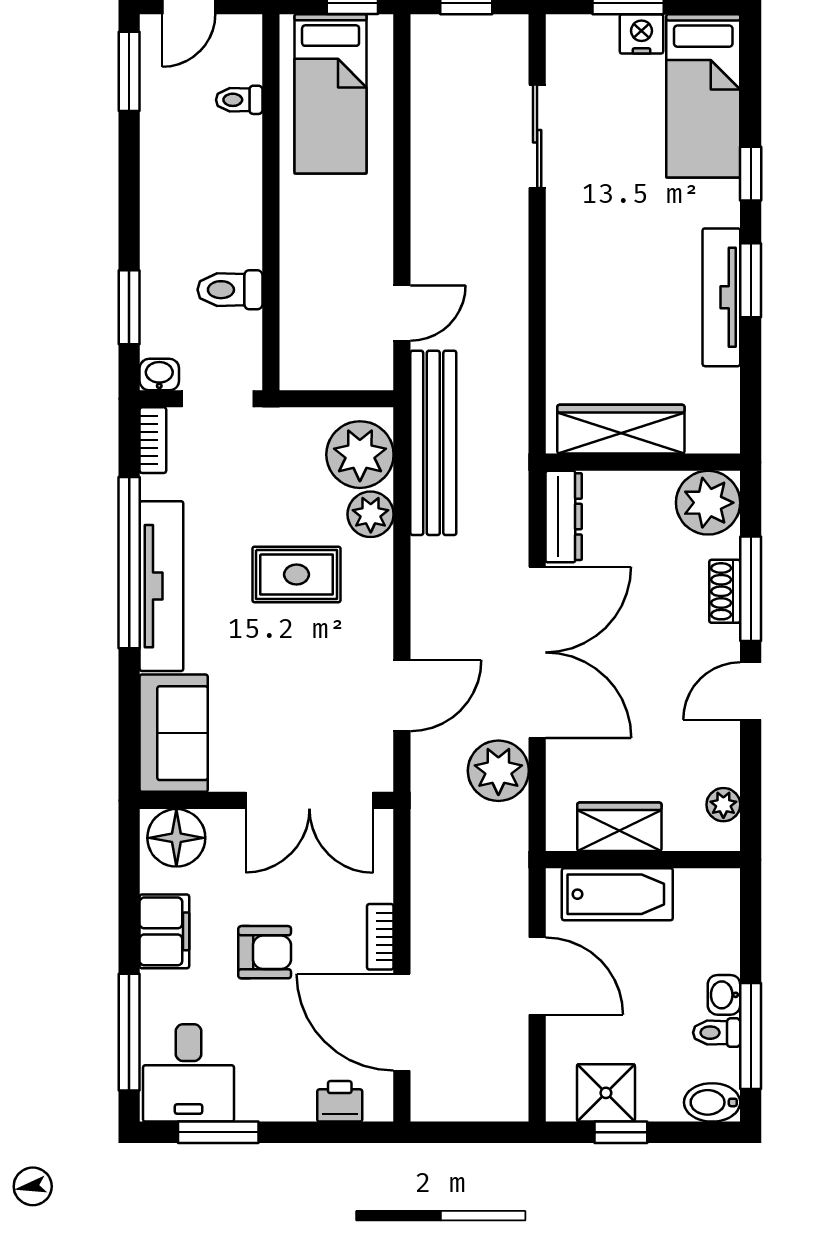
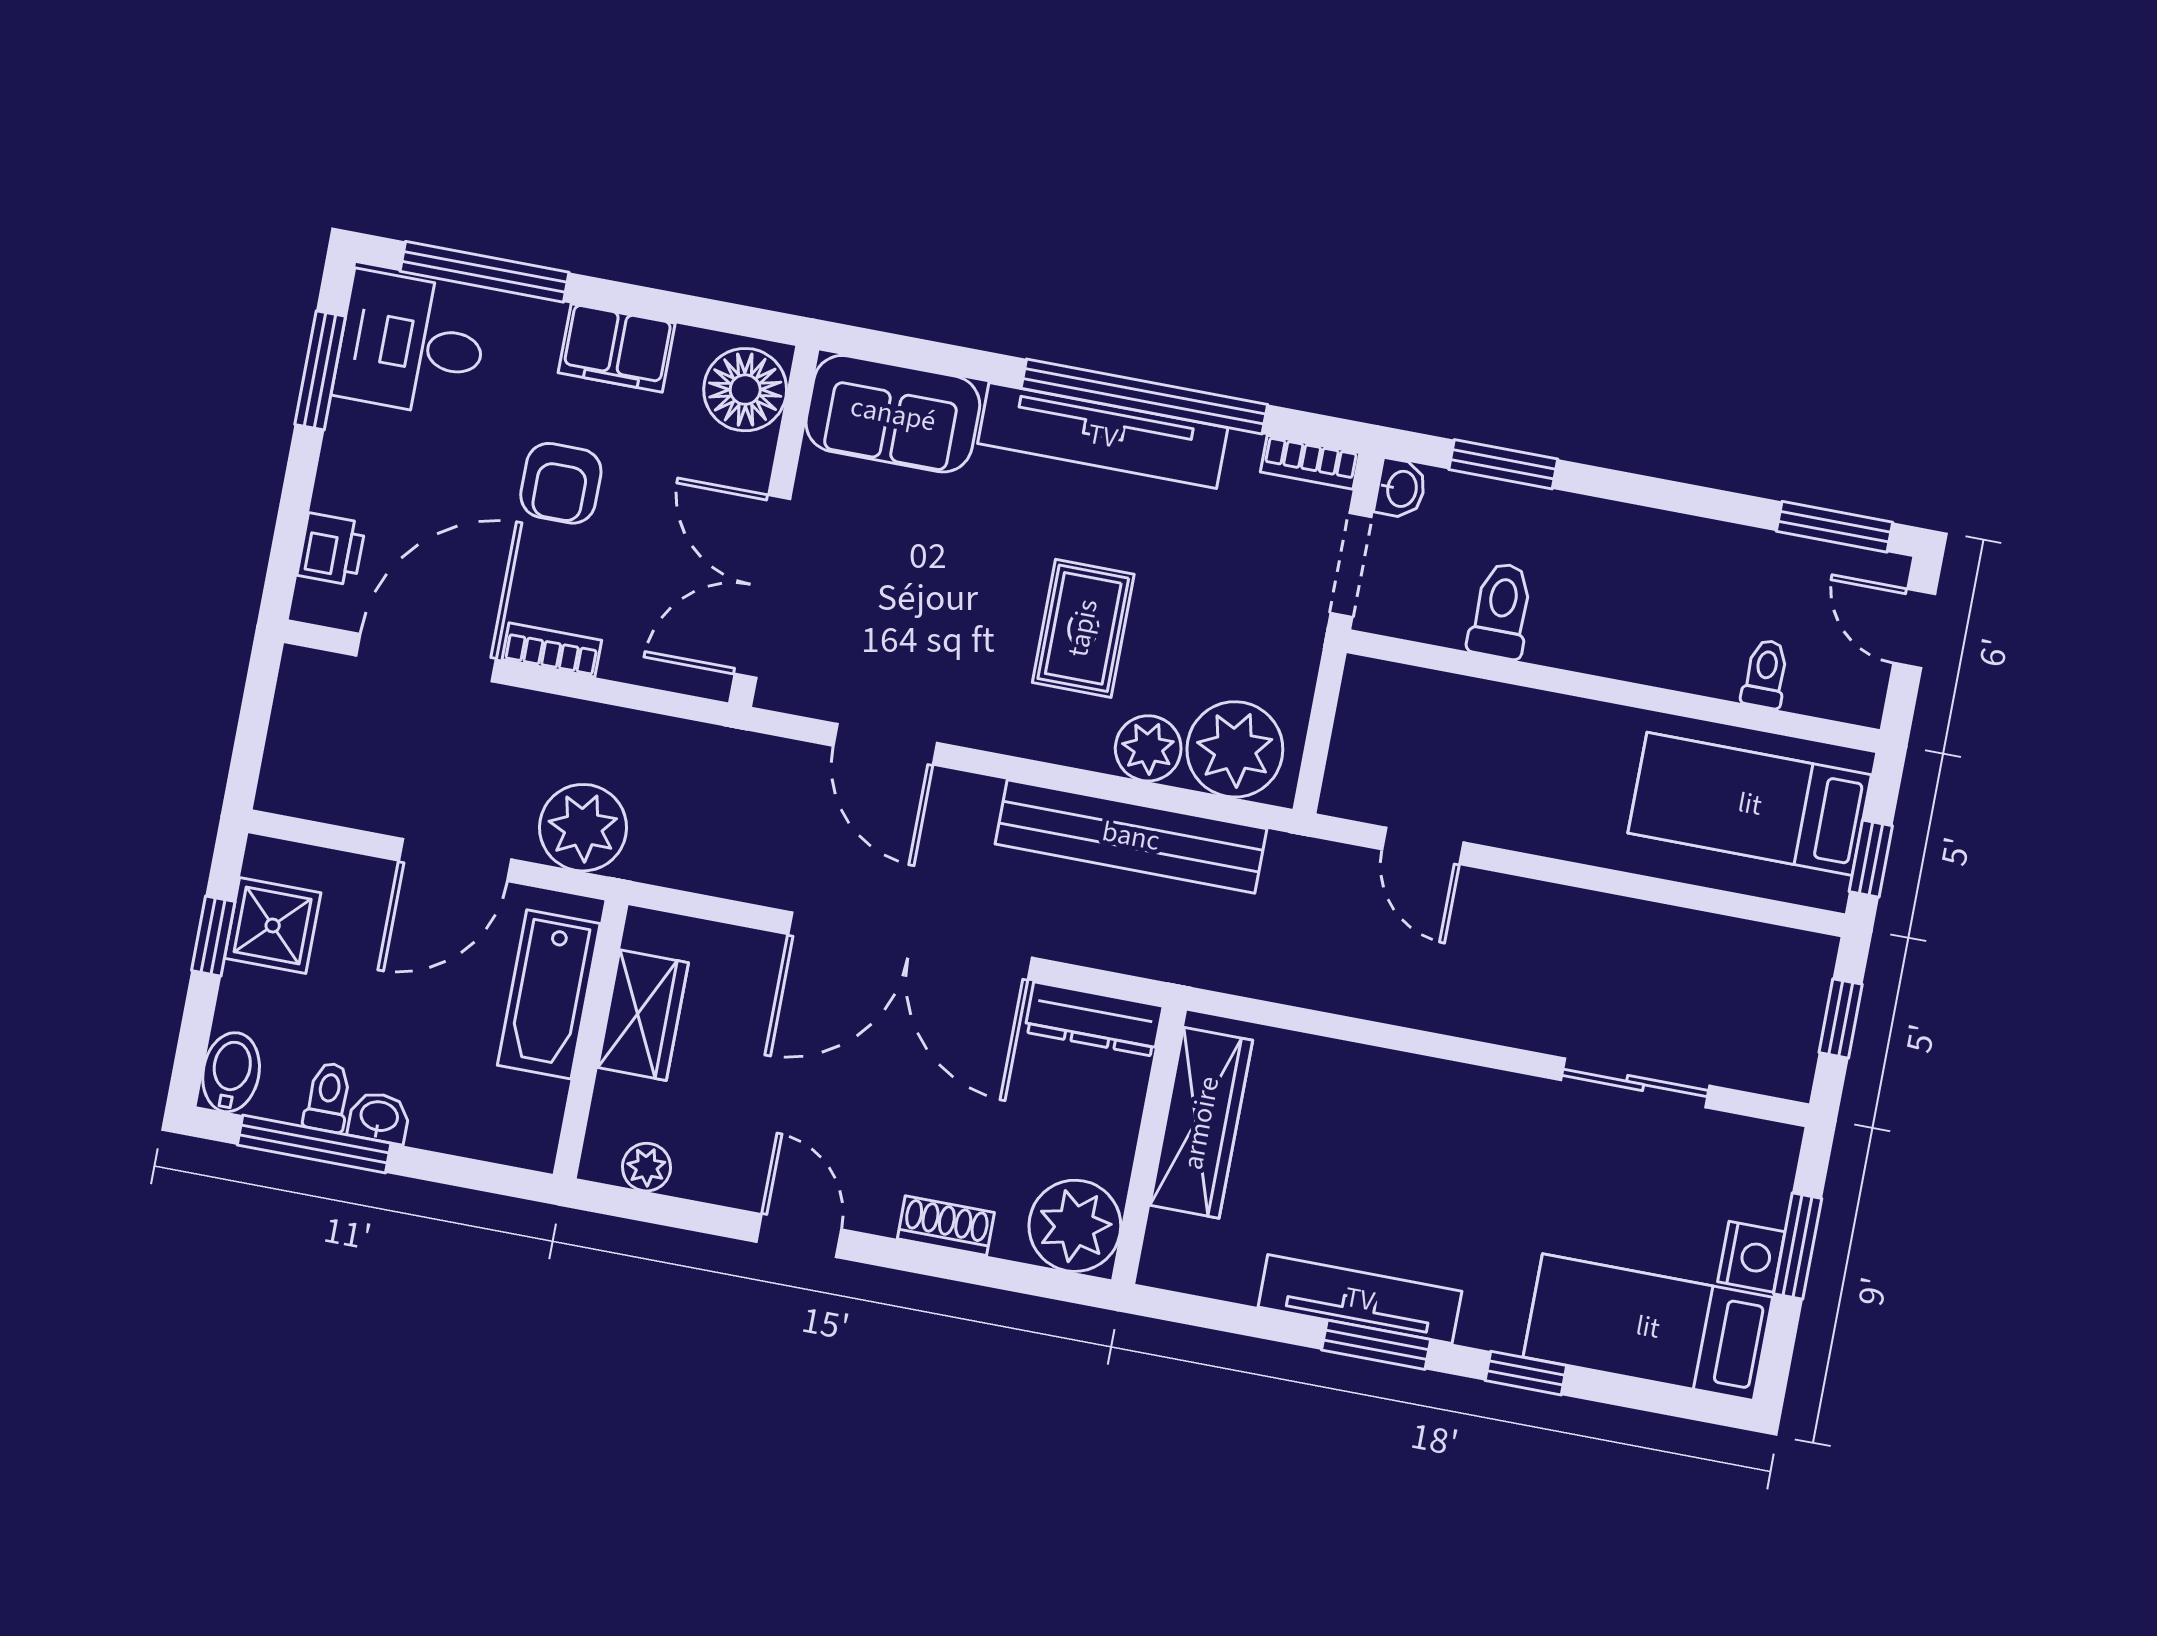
bench: (433, 443) -> (1131, 836), moved
window: (751, 589) -> (943, 1263), removed
plant: (498, 771) -> (583, 828), moved

